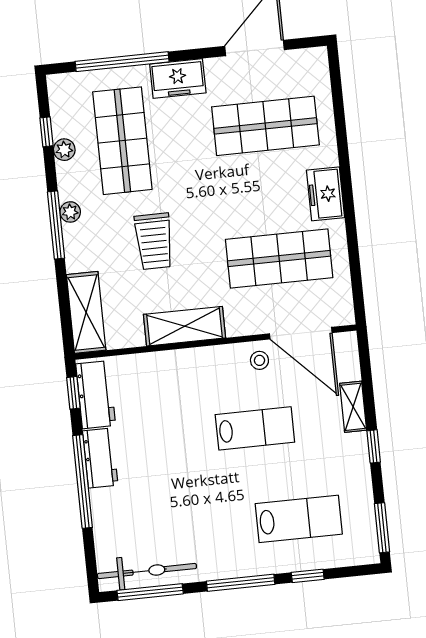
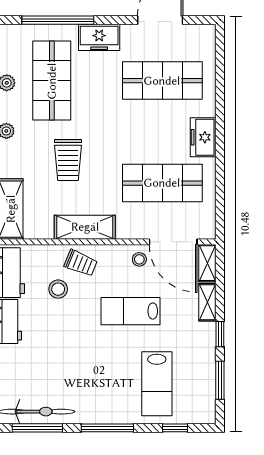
shelving: (348, 356) -> (207, 263), added
trolley: (184, 373) -> (81, 263), added
stool: (158, 410) -> (58, 289), added
lab bench: (255, 428) -> (130, 311), turned 180
lab bench: (299, 519) -> (157, 384), turned 90
window: (382, 528) -> (220, 380), moved
window: (308, 576) -> (175, 428), moved

